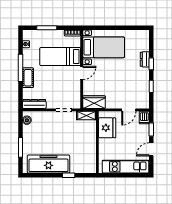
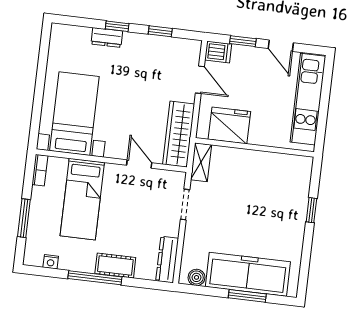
door: (82, 73) -> (139, 164), moved
wardrobe: (94, 102) -> (179, 134), width x1.50
freezer: (48, 164) -> (248, 274), moved, turned 90

